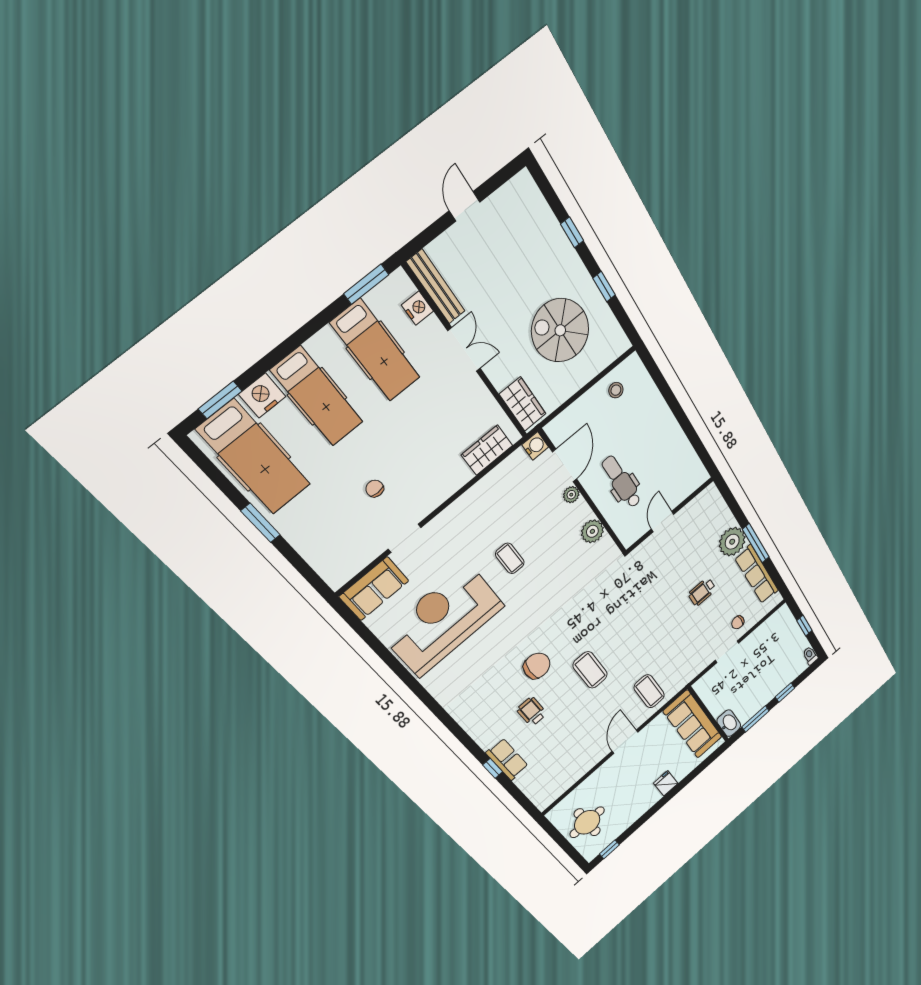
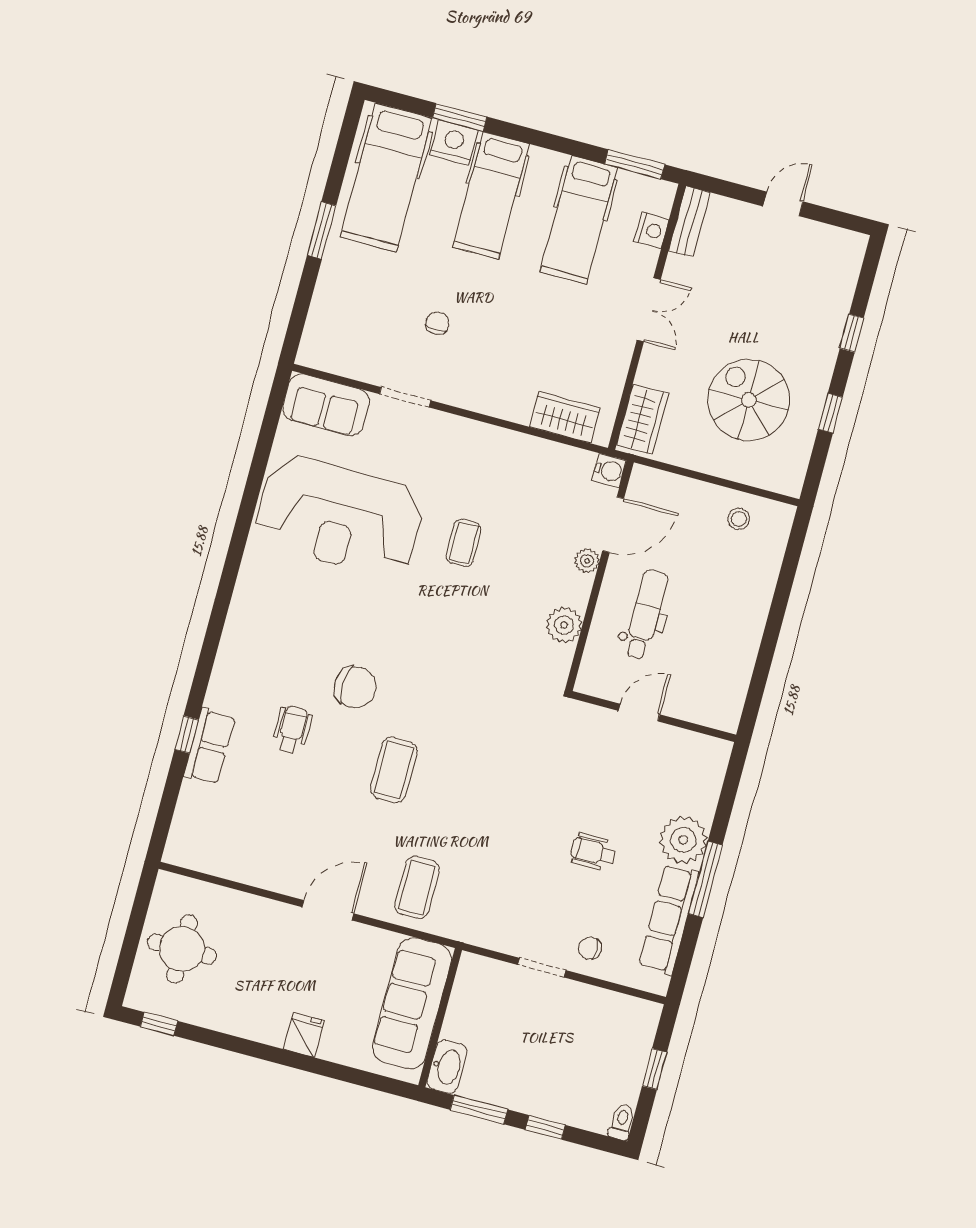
bench: (436, 287) -> (689, 222), width x0.73
window: (220, 400) -> (460, 117), moved
reception desk: (443, 620) -> (339, 516), turned 180

